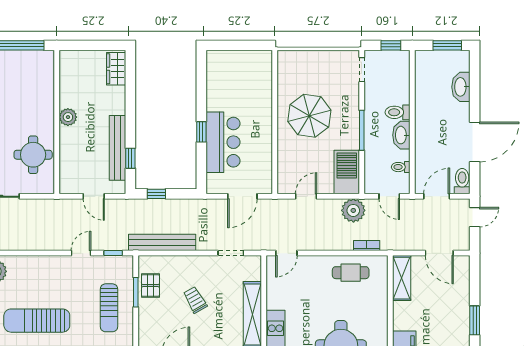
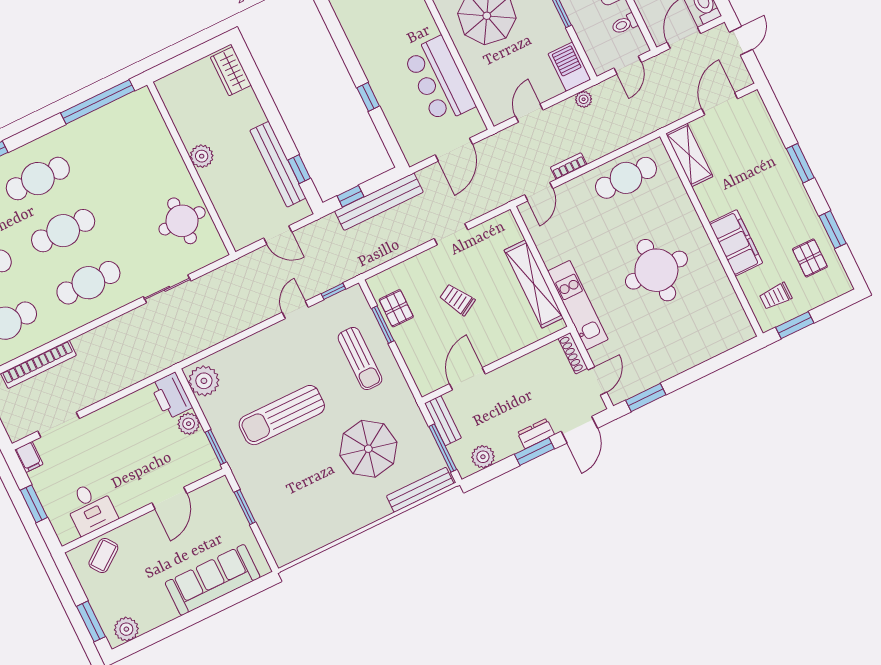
bar counter: (223, 142) -> (439, 80), moved, turned 180
barbecue: (347, 172) -> (569, 67), width x0.73, depth x0.83
door: (389, 196) -> (628, 65), hinge flipped
plant: (353, 210) -> (584, 99), width x0.53, depth x0.53
bench: (162, 242) -> (379, 202), moved
bookcase: (367, 246) -> (569, 166), moved
doorway: (231, 253) -> (451, 234), moved
door: (439, 253) -> (720, 104), swing flipped
cafe table: (351, 273) -> (626, 178), width x1.37, depth x1.35

